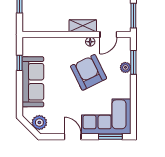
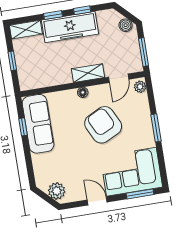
floor lamp: (90, 42) -> (83, 92), moved
window: (133, 62) -> (156, 128), moved
plant: (125, 67) -> (140, 87), moved
sofa: (33, 82) -> (38, 124), moved

